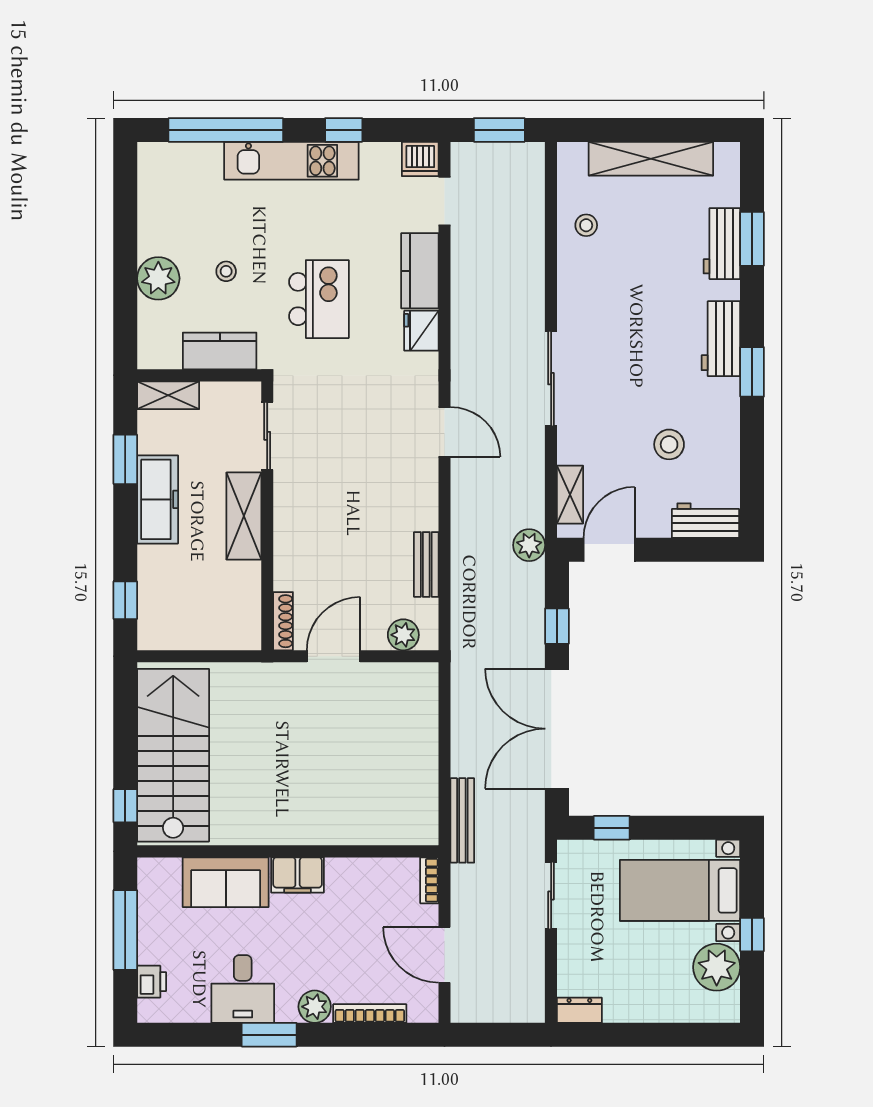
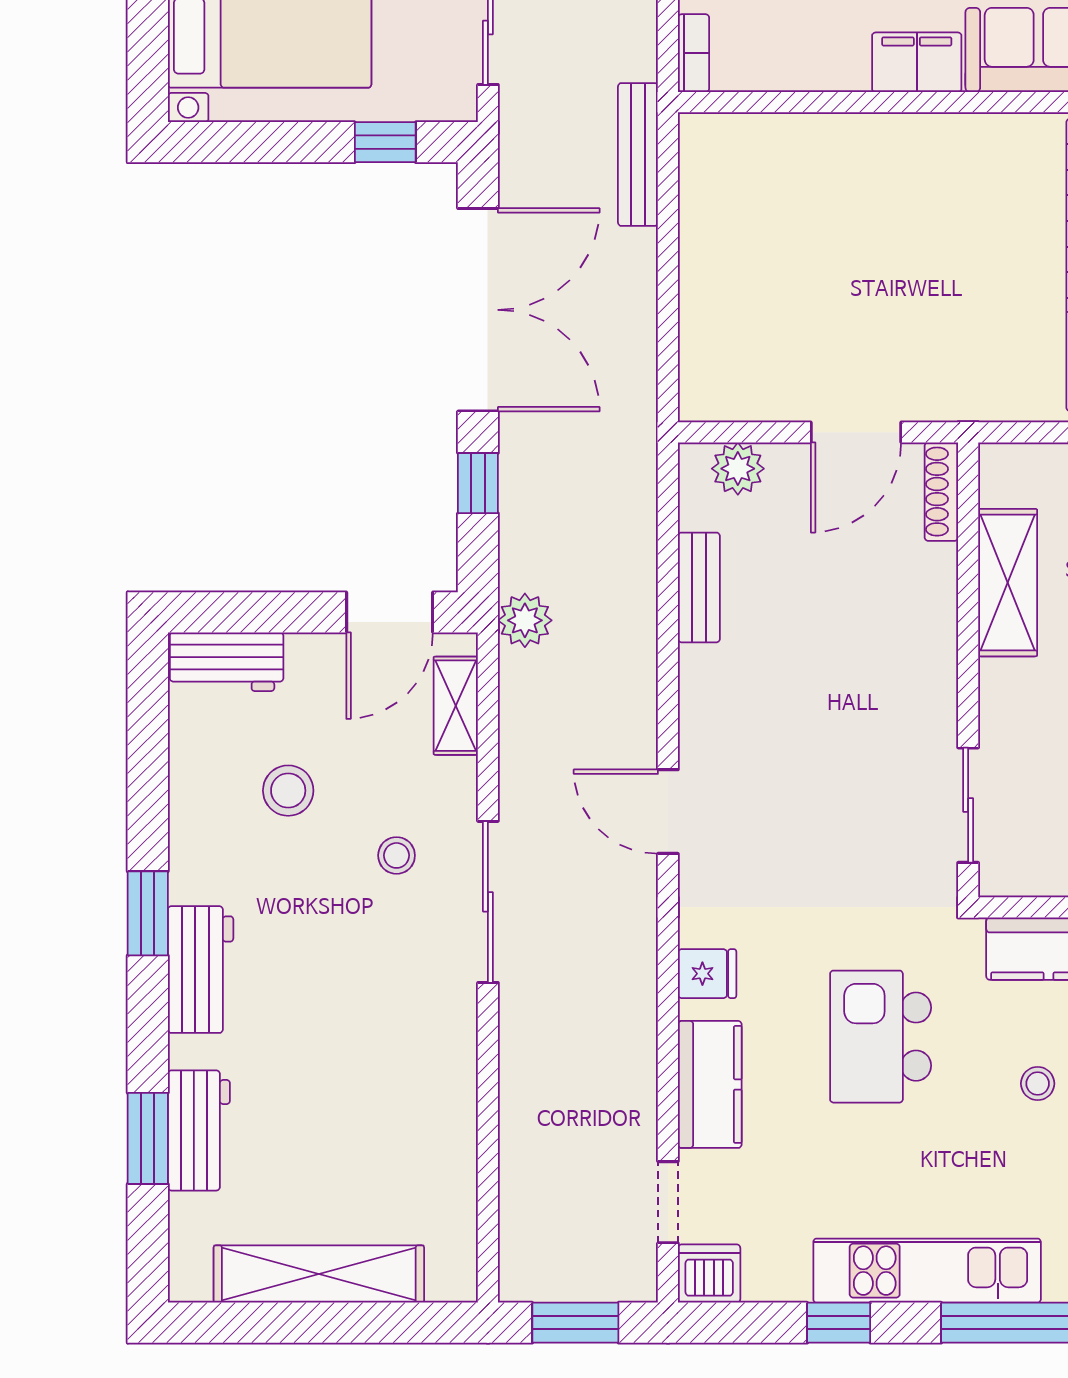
stool: (586, 225) -> (397, 855), moved
fridge: (421, 331) -> (707, 974), width x0.72
shelving: (244, 516) -> (1008, 583), moved

